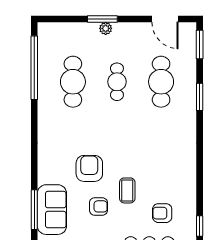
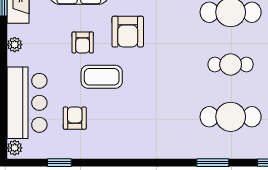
armchair: (89, 168) -> (128, 32), turned 90
coffee table: (127, 190) -> (102, 77), width x1.36, depth x1.30

